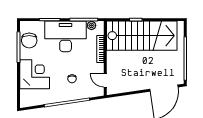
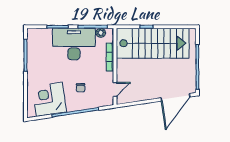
chair: (29, 41) -> (36, 48), removed
corner desk: (35, 74) -> (49, 99), moved, turned -98
door: (105, 80) -> (115, 89), swing flipped

